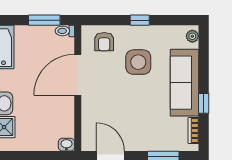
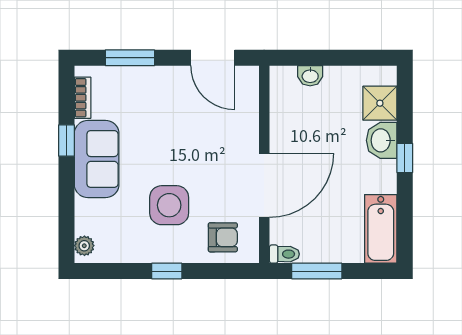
armchair: (104, 42) -> (223, 237), turned 90
sofa: (184, 83) -> (97, 159), width x0.73
washbasin: (66, 145) -> (310, 76), moved

